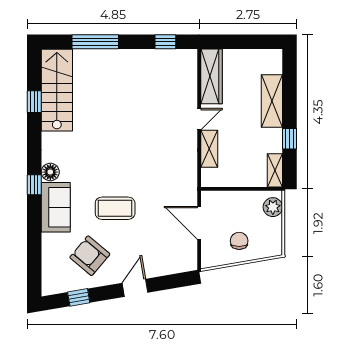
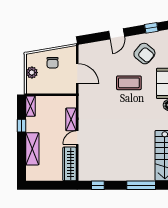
plant: (273, 207) -> (32, 73), moved

